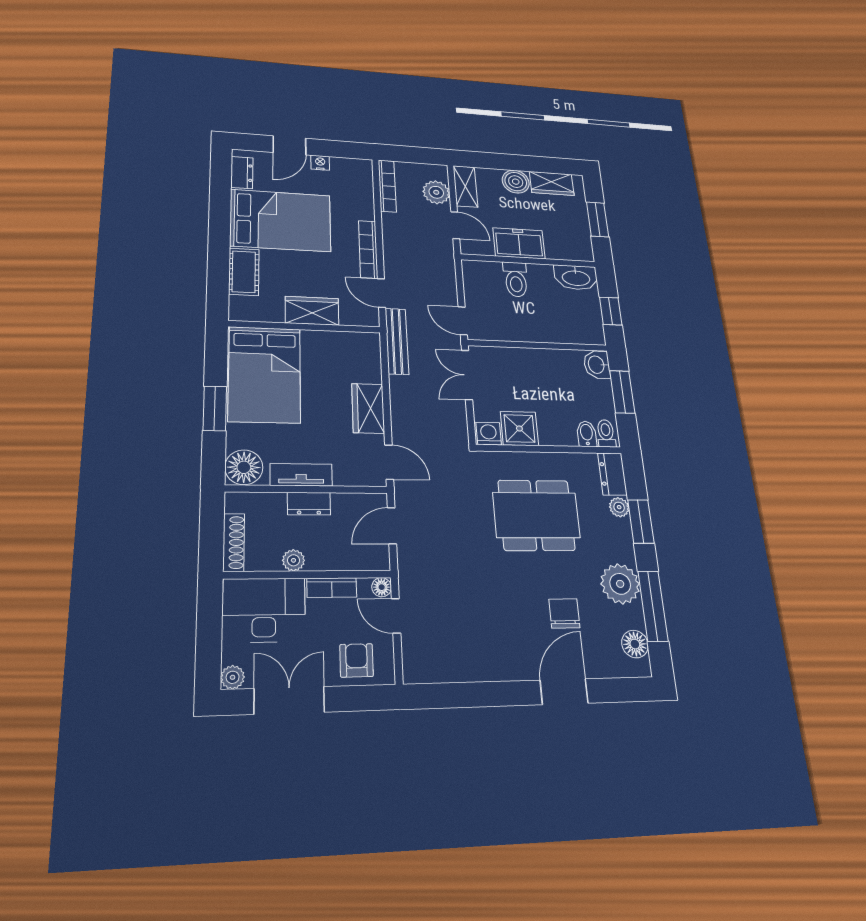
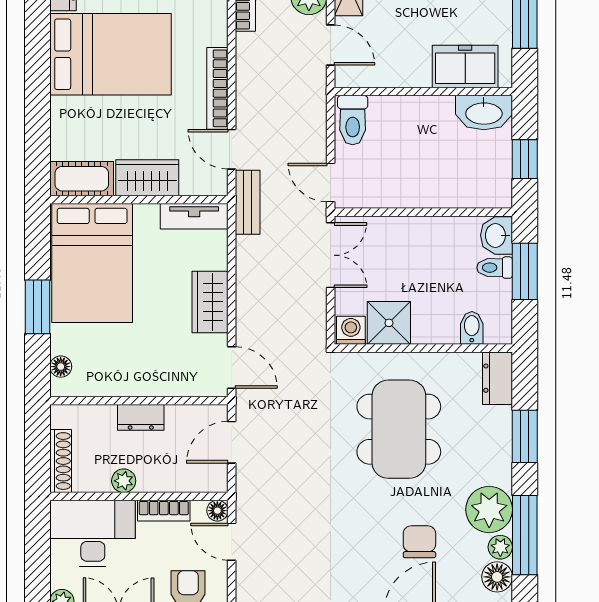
freezer: (519, 243) -> (465, 67), moved
cot: (244, 272) -> (82, 179), moved, turned 90
toilet: (516, 279) -> (353, 120), moved
bench: (397, 341) -> (248, 202), width x0.73
double door: (467, 375) -> (331, 255), swing flipped
toilet: (606, 433) -> (495, 268), moved, turned -90
floor lamp: (244, 467) -> (61, 367), width x0.53, depth x0.53
tv unit: (301, 475) -> (194, 216), moved, turned 180
plant: (619, 507) -> (500, 547), moved
dining table: (536, 515) -> (399, 429), turned 90

